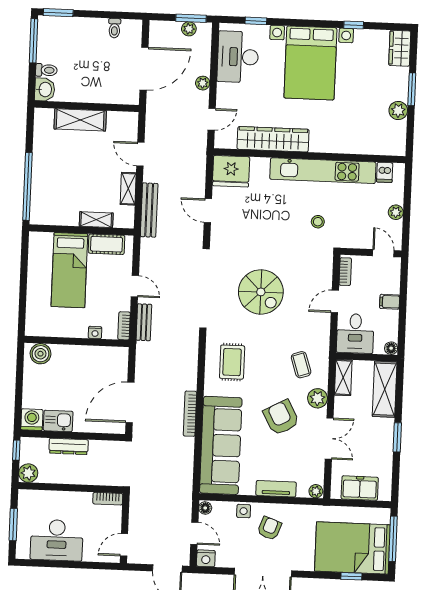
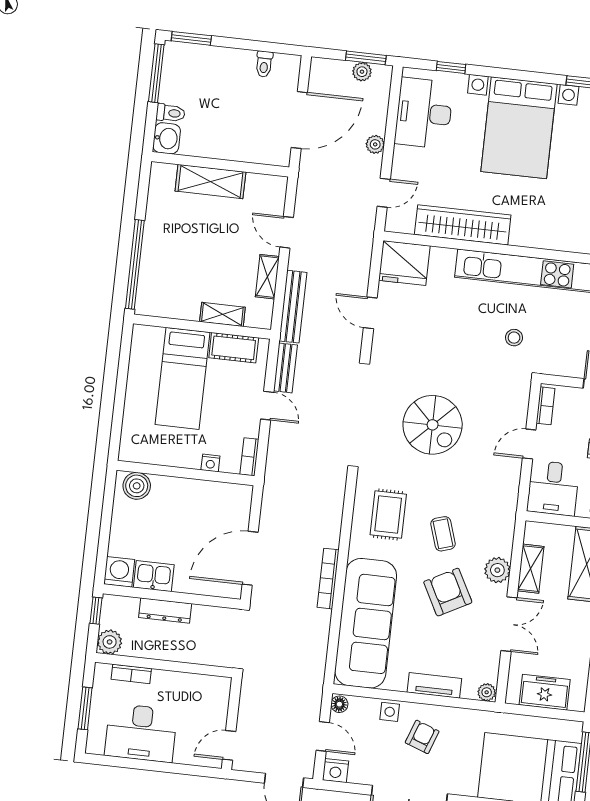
bench: (144, 322) -> (285, 368), moved
coffee table: (301, 365) -> (443, 534), moved
shelving: (343, 377) -> (531, 569), moved
bookcase: (108, 499) -> (131, 674), moved

